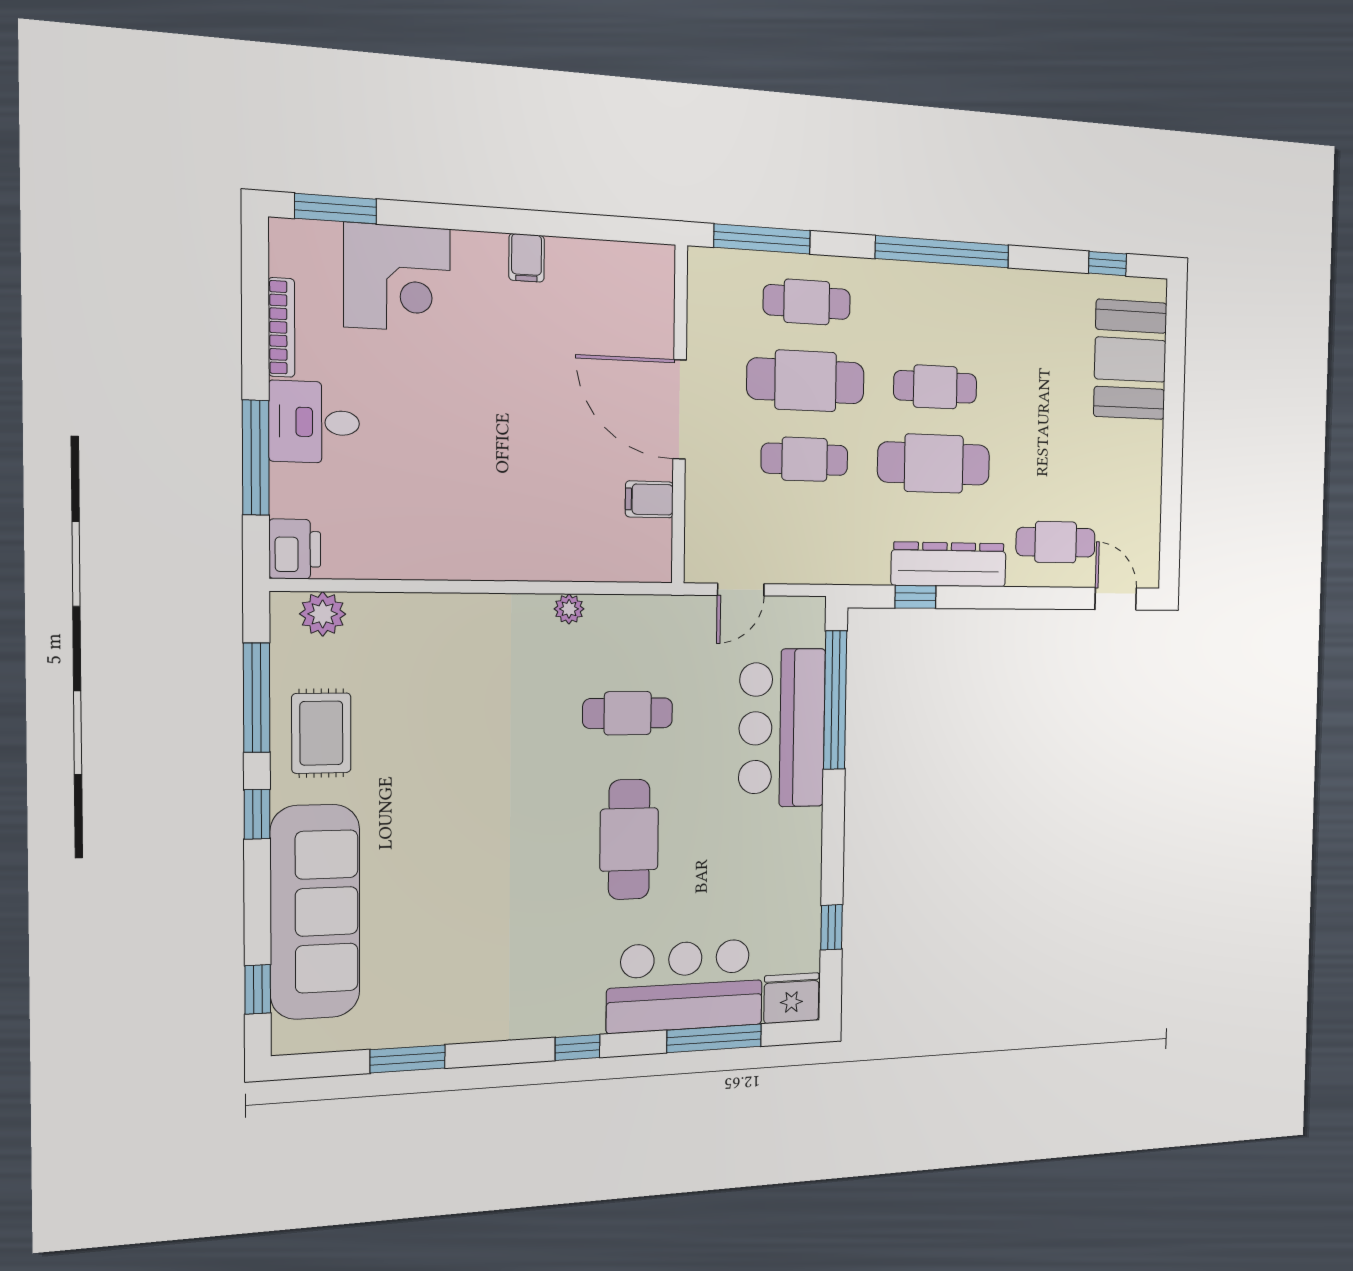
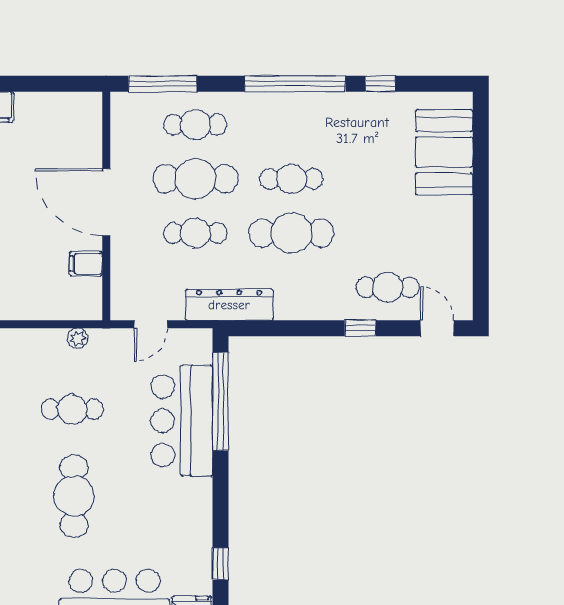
window: (1107, 264) -> (380, 84), moved
dresser: (949, 564) -> (229, 305), moved
window: (915, 597) -> (360, 328), moved
plant: (569, 609) -> (77, 338), moved

